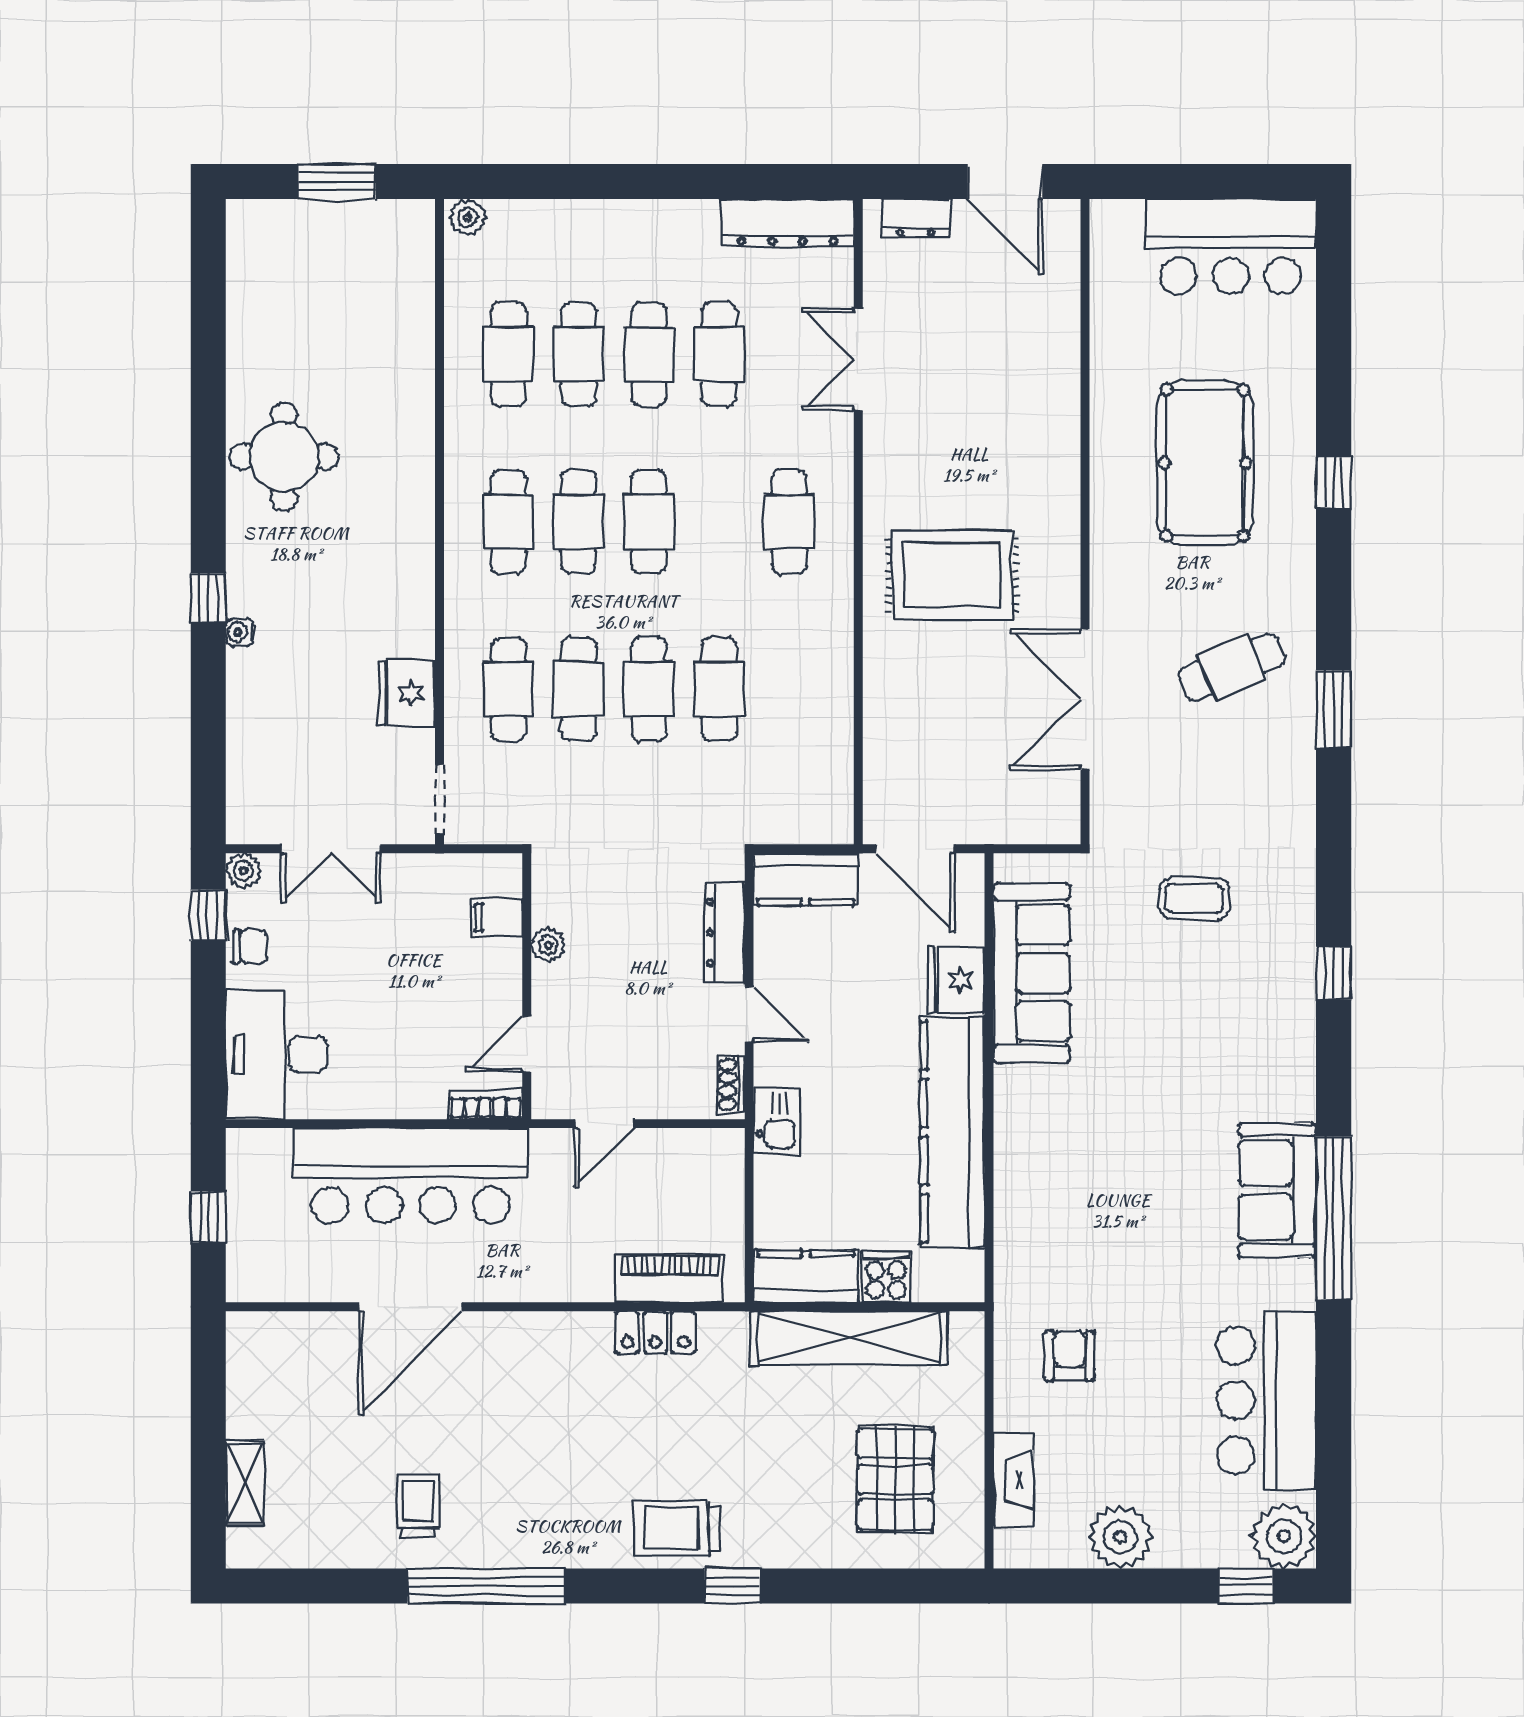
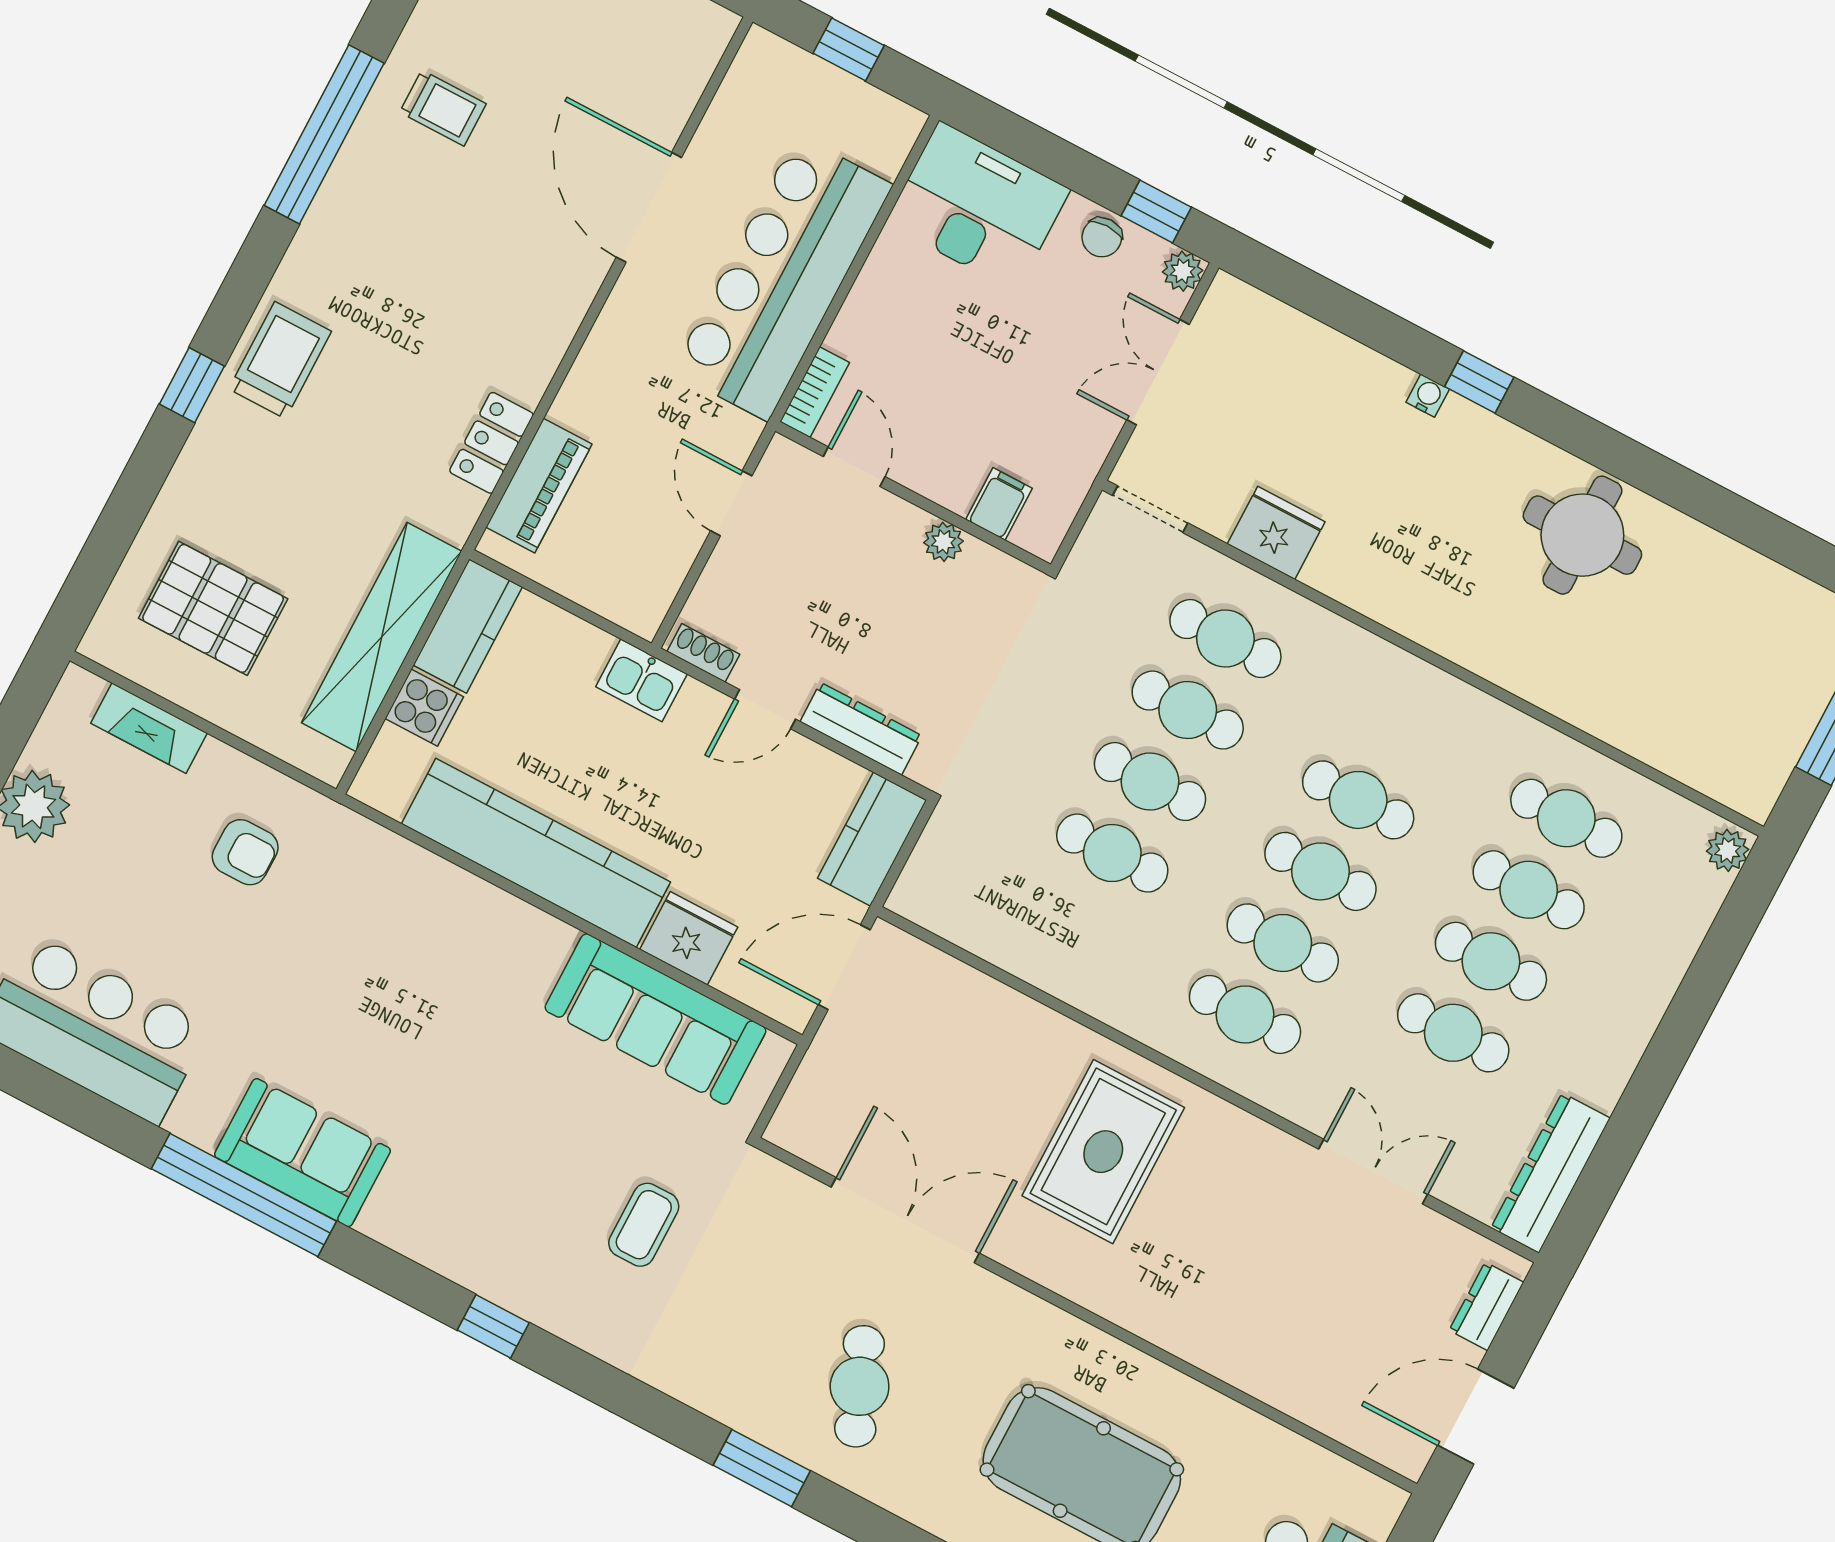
cafe table: (508, 522) -> (1283, 943), moved

